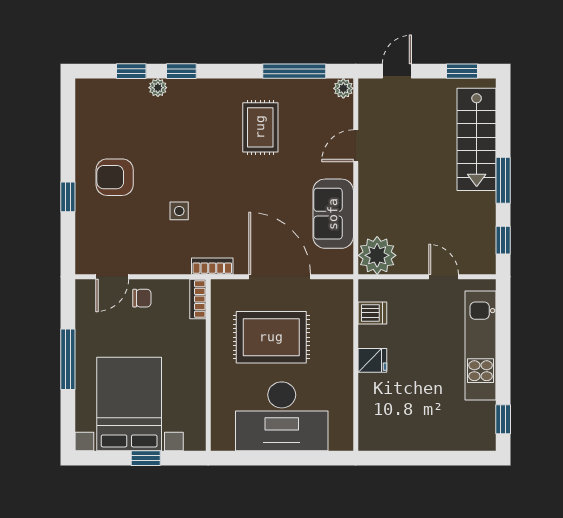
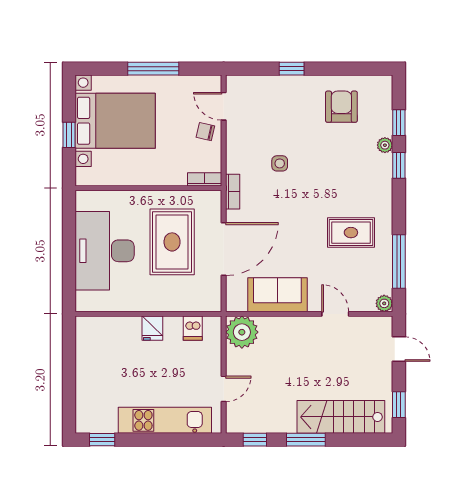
armchair: (115, 177) -> (341, 107), moved
chair: (142, 298) -> (205, 132), turned 103

